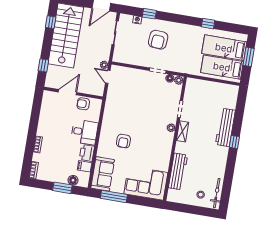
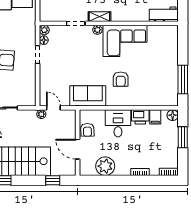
door: (108, 77) -> (53, 108), swing flipped
plant: (48, 114) -> (105, 166), added
armchair: (123, 141) -> (121, 79), turned 90
workbench: (178, 171) -> (164, 14), moved, width x0.73
sofa: (103, 174) -> (88, 96), moved
floor lamp: (73, 180) -> (173, 115), moved
corner sofa: (146, 183) -> (125, 41), moved, turned -90

